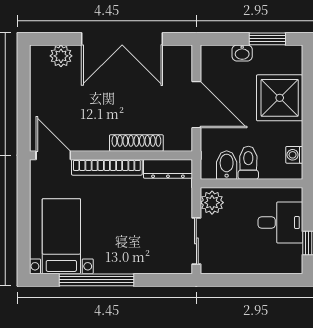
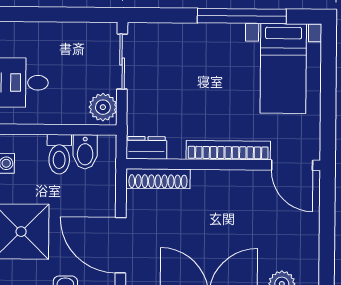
door: (196, 105) -> (121, 245), moved
shoe rack: (136, 143) -> (158, 179), moved
dresser: (168, 169) -> (146, 148), width x0.70

